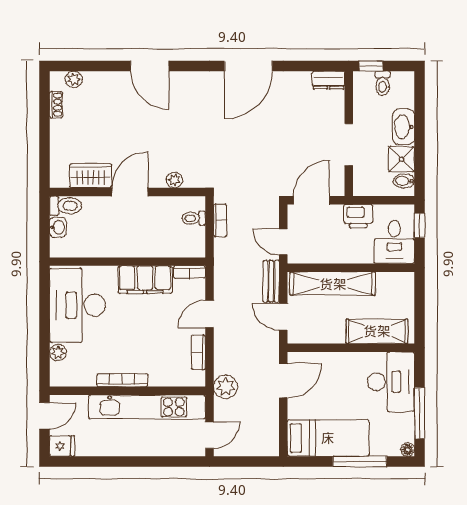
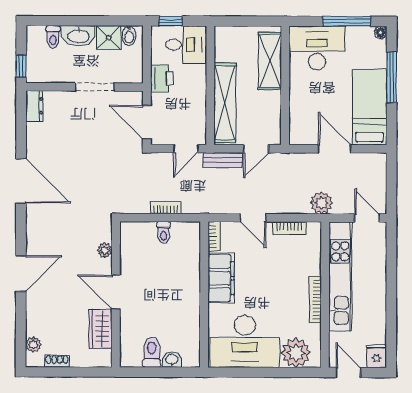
toilet: (383, 83) -> (53, 37), moved, turned 90
wardrobe: (91, 176) -> (101, 329), moved
plant: (174, 180) -> (105, 250), moved
wall: (127, 192) -> (116, 294), moved
door: (130, 192) -> (116, 292), moved
plant: (58, 353) -> (296, 353), width x1.88, depth x1.88
door: (283, 380) -> (335, 149), moved

